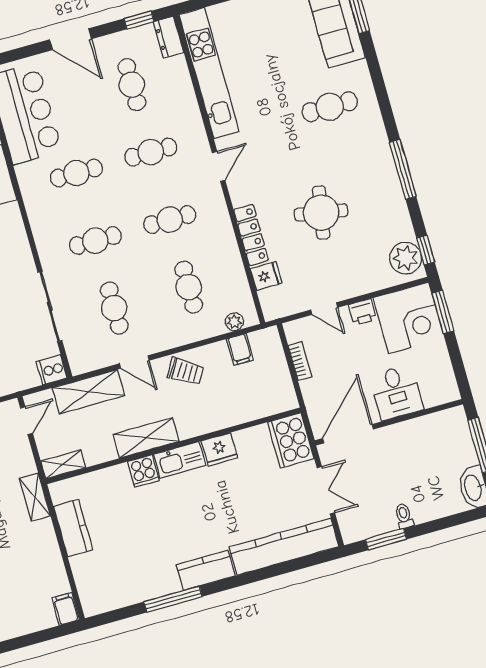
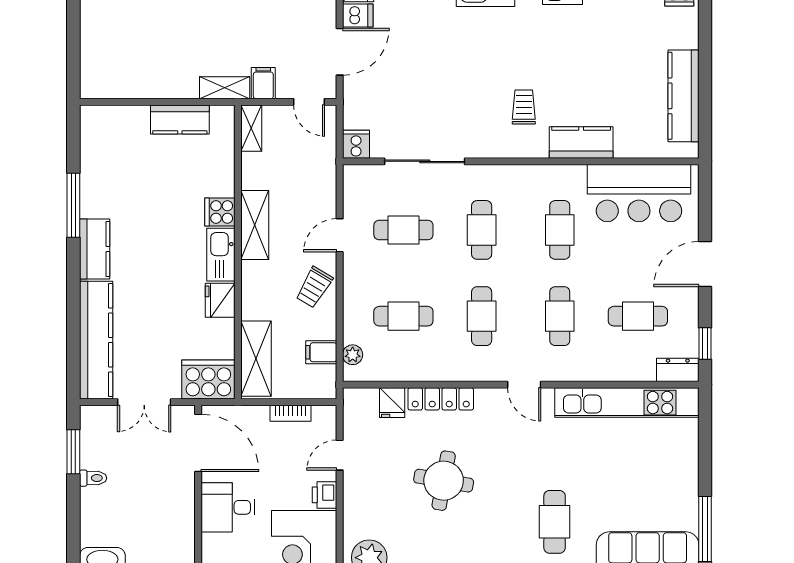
shelving: (88, 392) -> (256, 359), moved
filing cabinet: (66, 609) -> (263, 83), moved, turned -90

